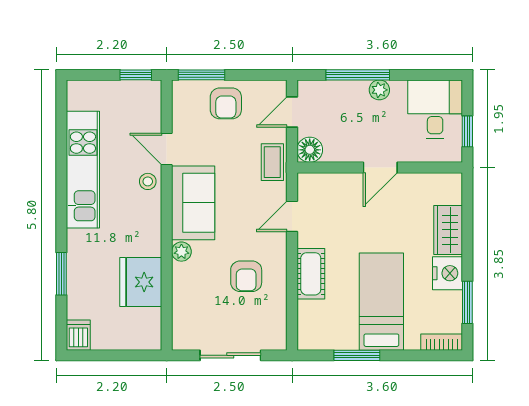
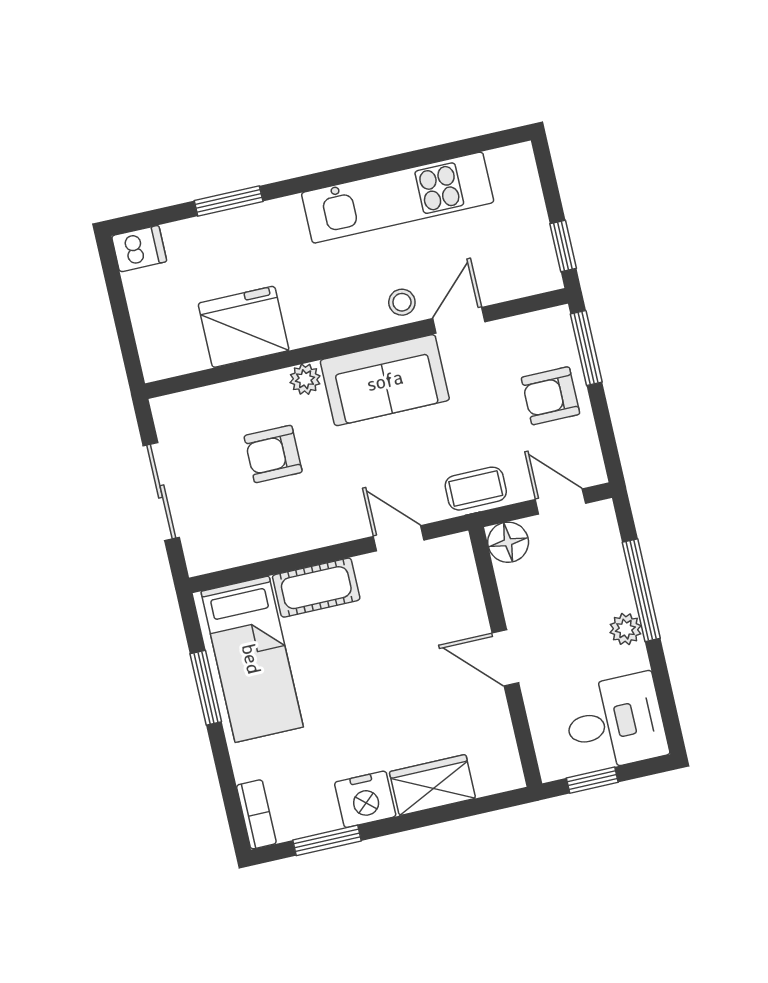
armchair: (246, 276) -> (273, 454), moved
bed: (381, 302) -> (252, 659), moved, turned 90

